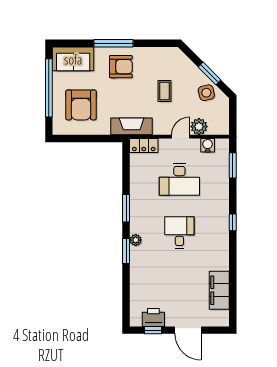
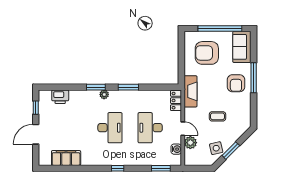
desk: (179, 232) -> (110, 128), width x1.37
printer: (153, 317) -> (60, 97), moved, turned 90

